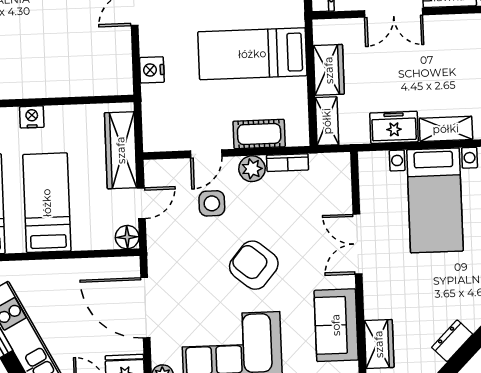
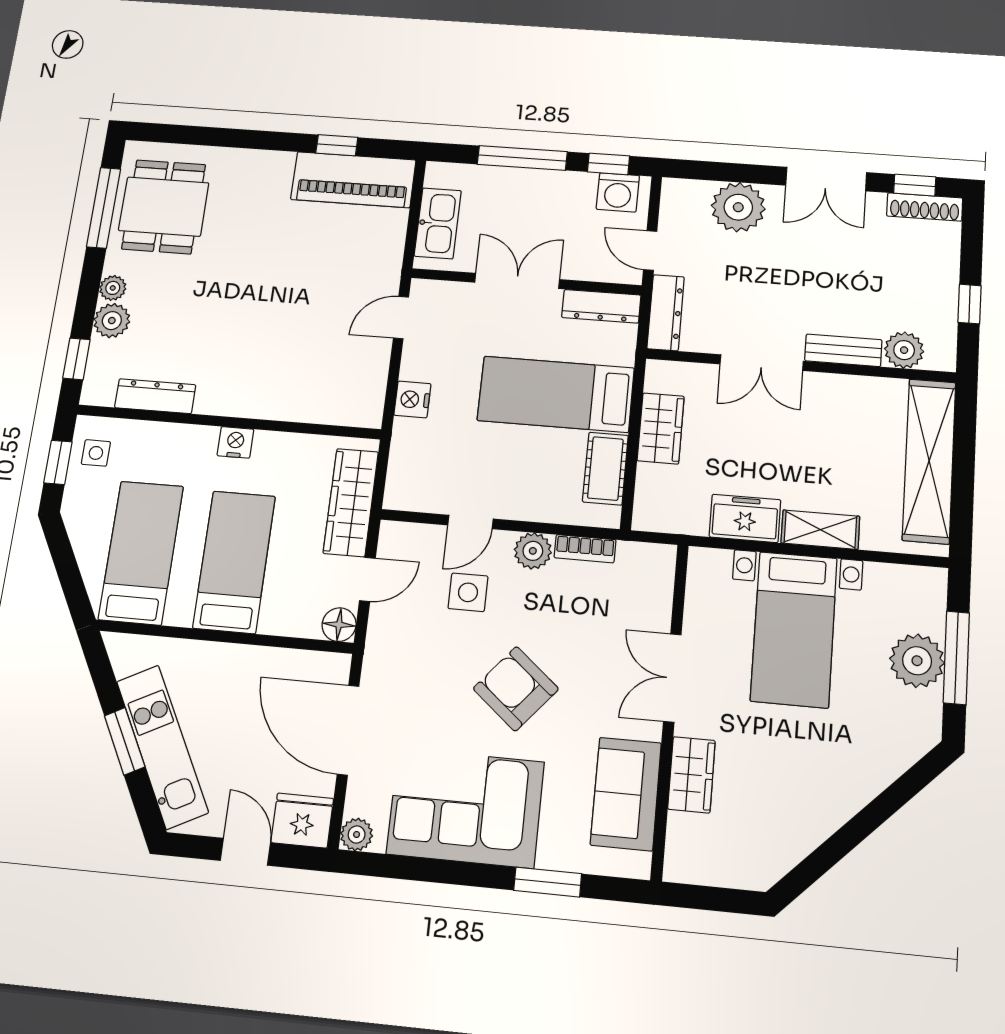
shelving: (327, 121) -> (649, 498), removed
cot: (259, 134) -> (605, 469), moved, turned 90
dresser: (452, 341) -> (799, 841), removed
wardrobe: (379, 344) -> (692, 775), moved

